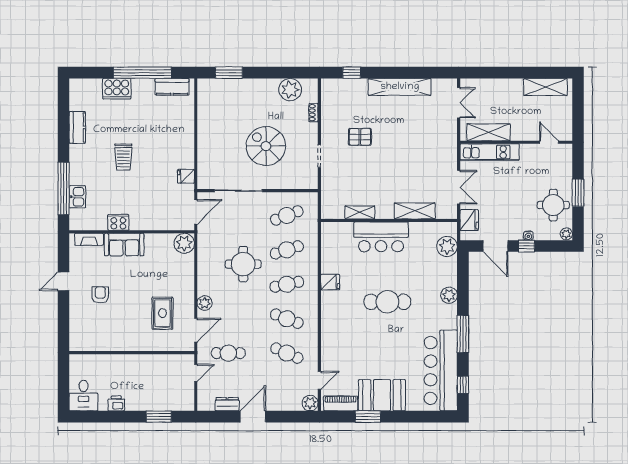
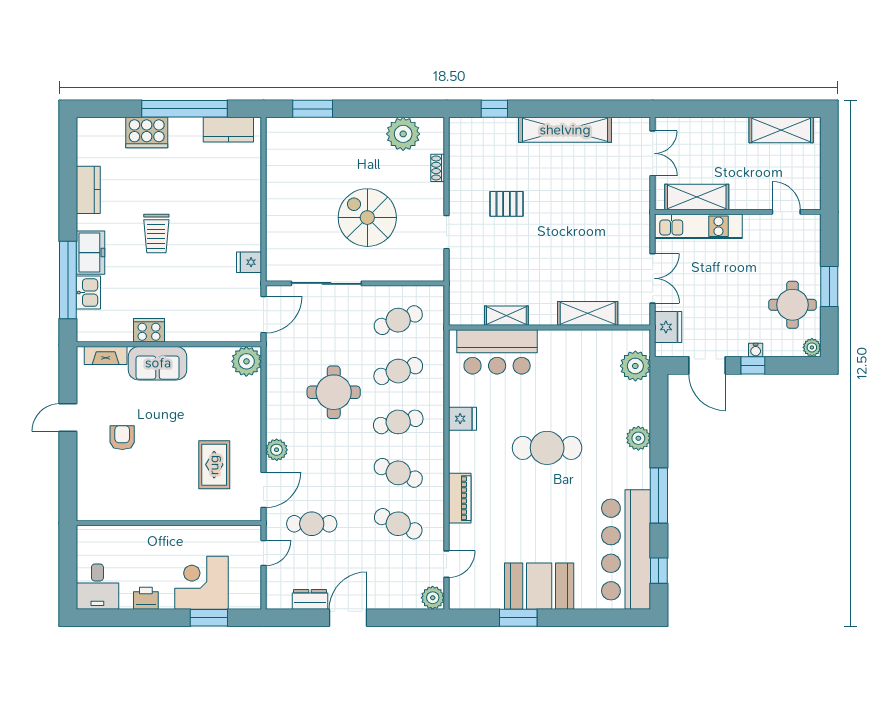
freezer: (79, 170) -> (90, 253), added
bar counter: (381, 237) -> (497, 352), moved
corner desk: (154, 393) -> (201, 583), added
piano: (341, 403) -> (460, 498), moved, turned 90

